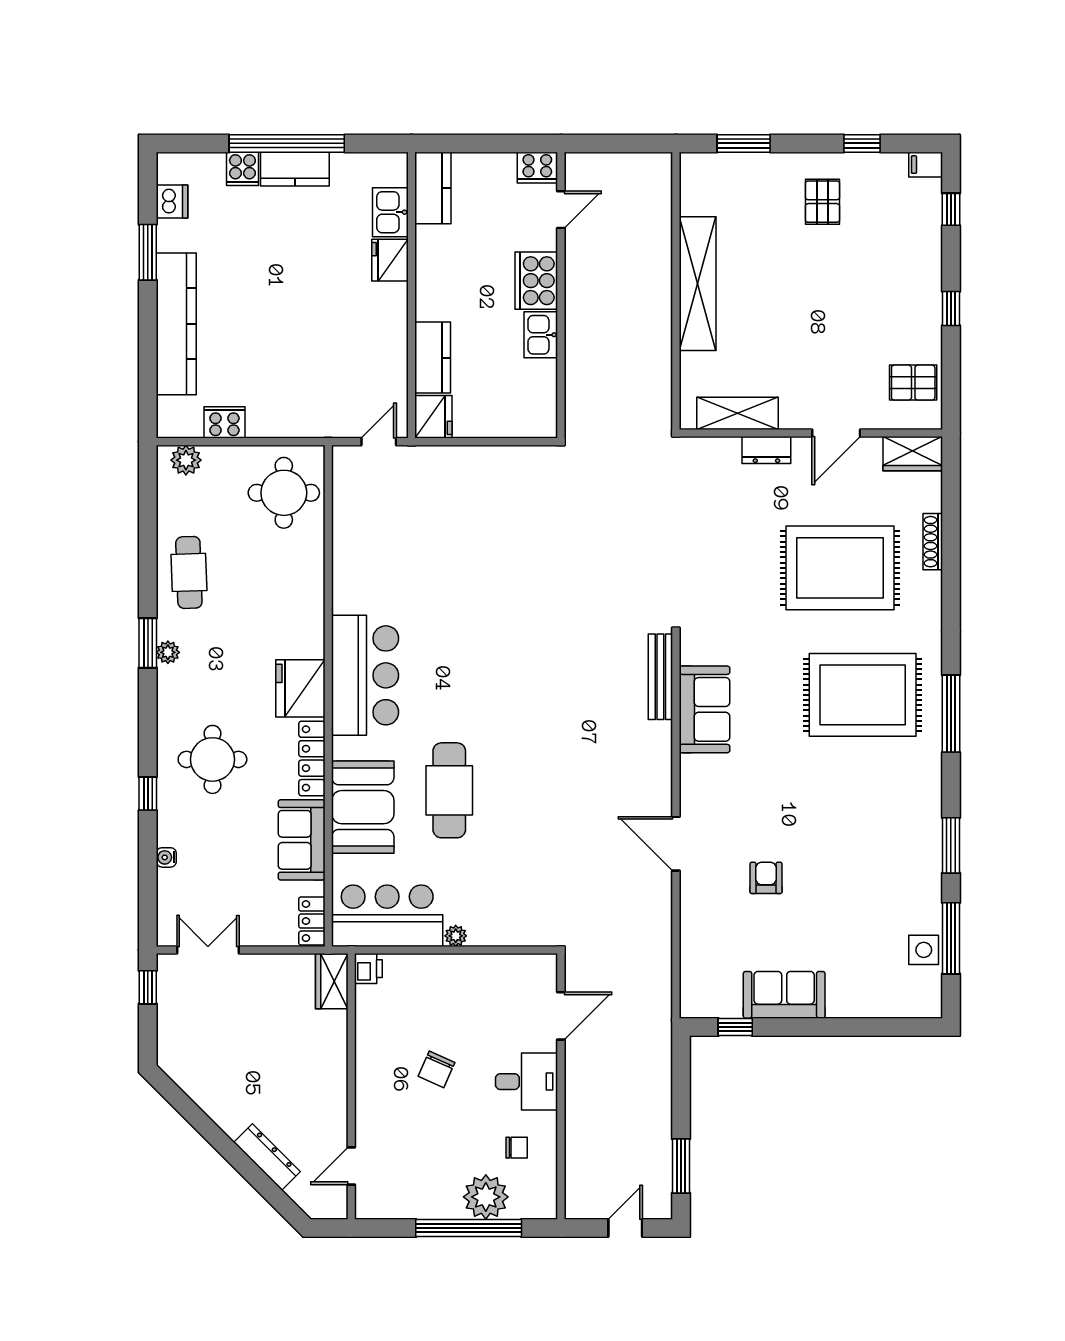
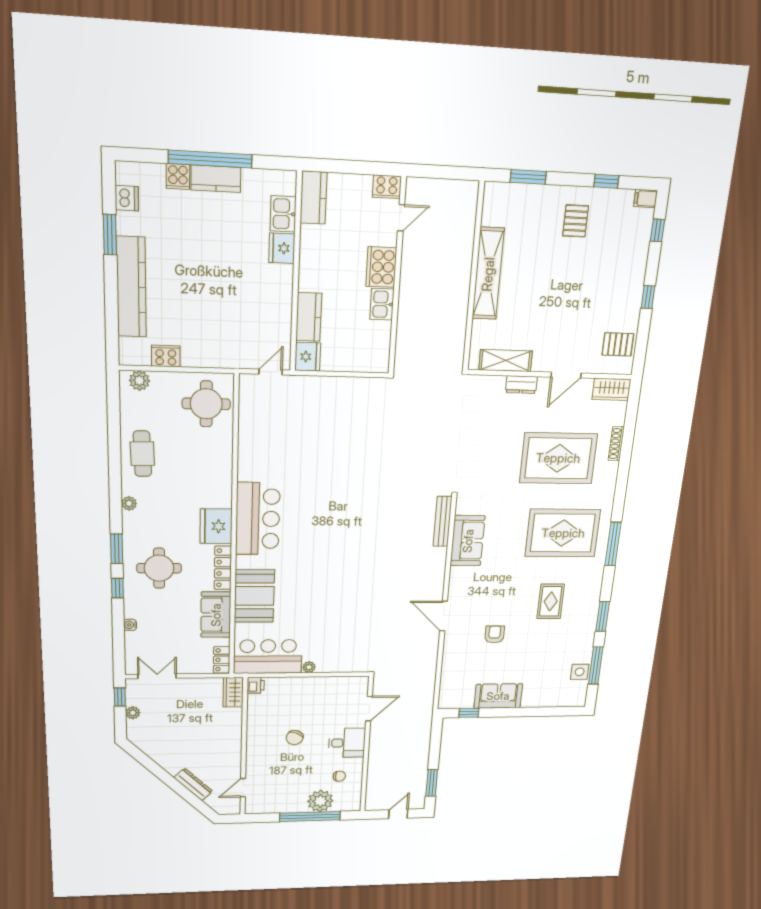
window: (148, 643) -> (117, 549), moved
cafe table: (449, 790) -> (309, 586), removed
rug: (856, 817) -> (551, 601), added
plant: (168, 1017) -> (133, 713), added

